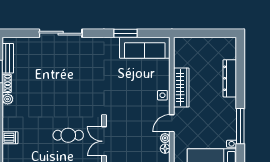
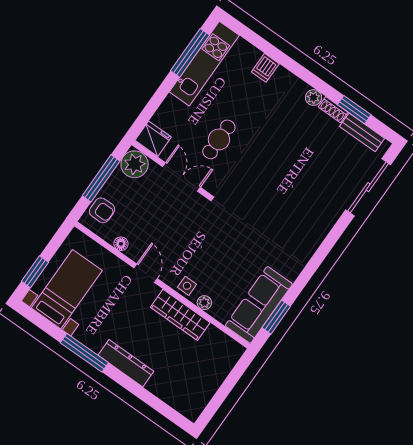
sliding door: (61, 33) -> (368, 187), moved
window: (126, 33) -> (276, 317), moved
dresser: (230, 78) -> (126, 363), moved
plant: (165, 138) -> (204, 303), moved

